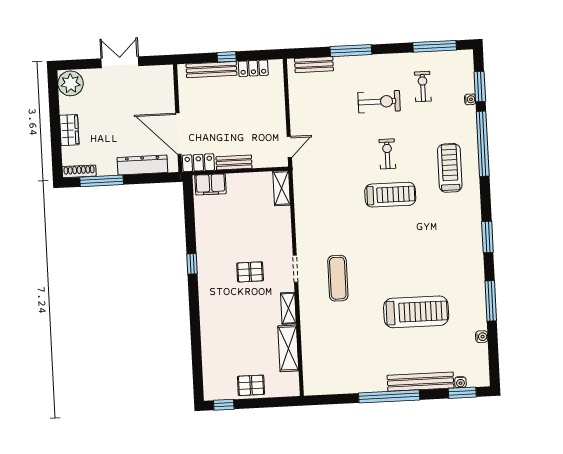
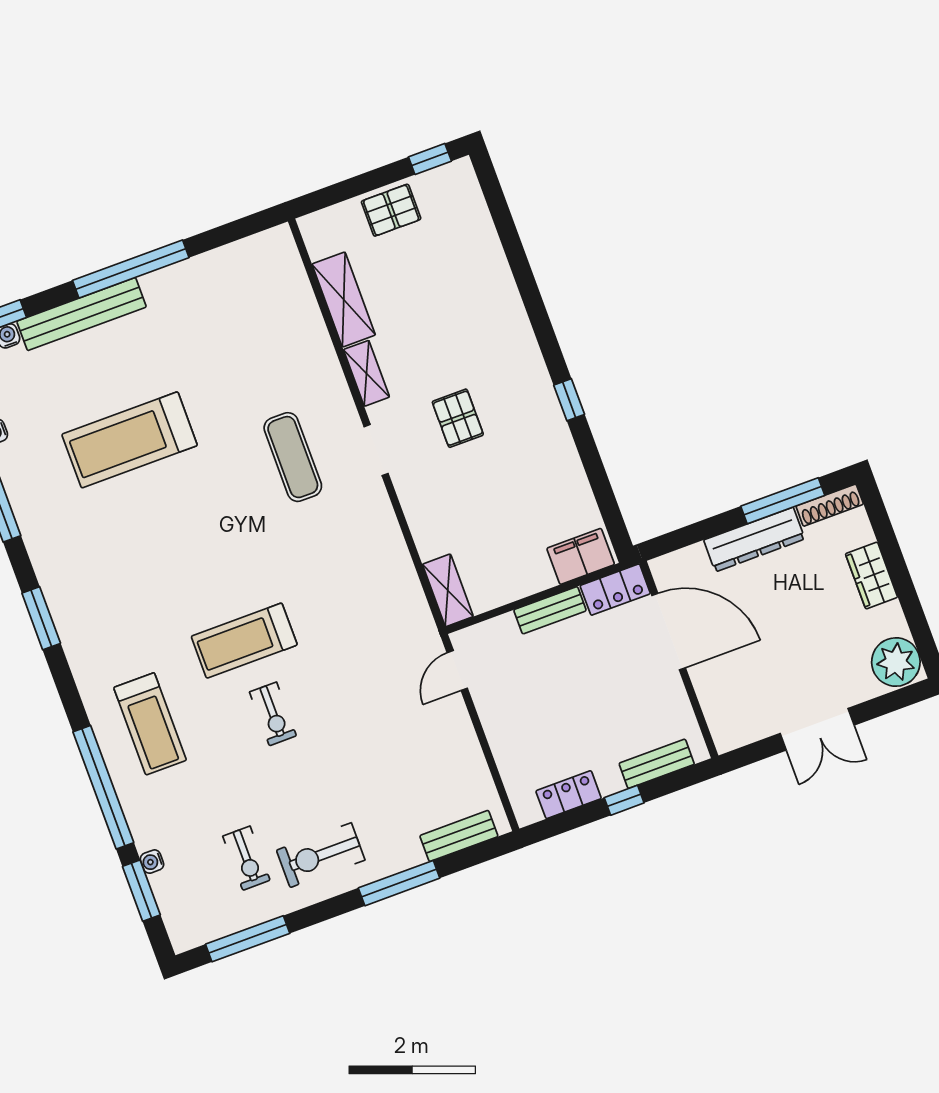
bench: (211, 70) -> (657, 764), width x0.73
exercise bike: (379, 102) -> (321, 855), moved
dresser: (142, 165) -> (754, 539), moved
pallet: (250, 272) -> (458, 418), turned 90

